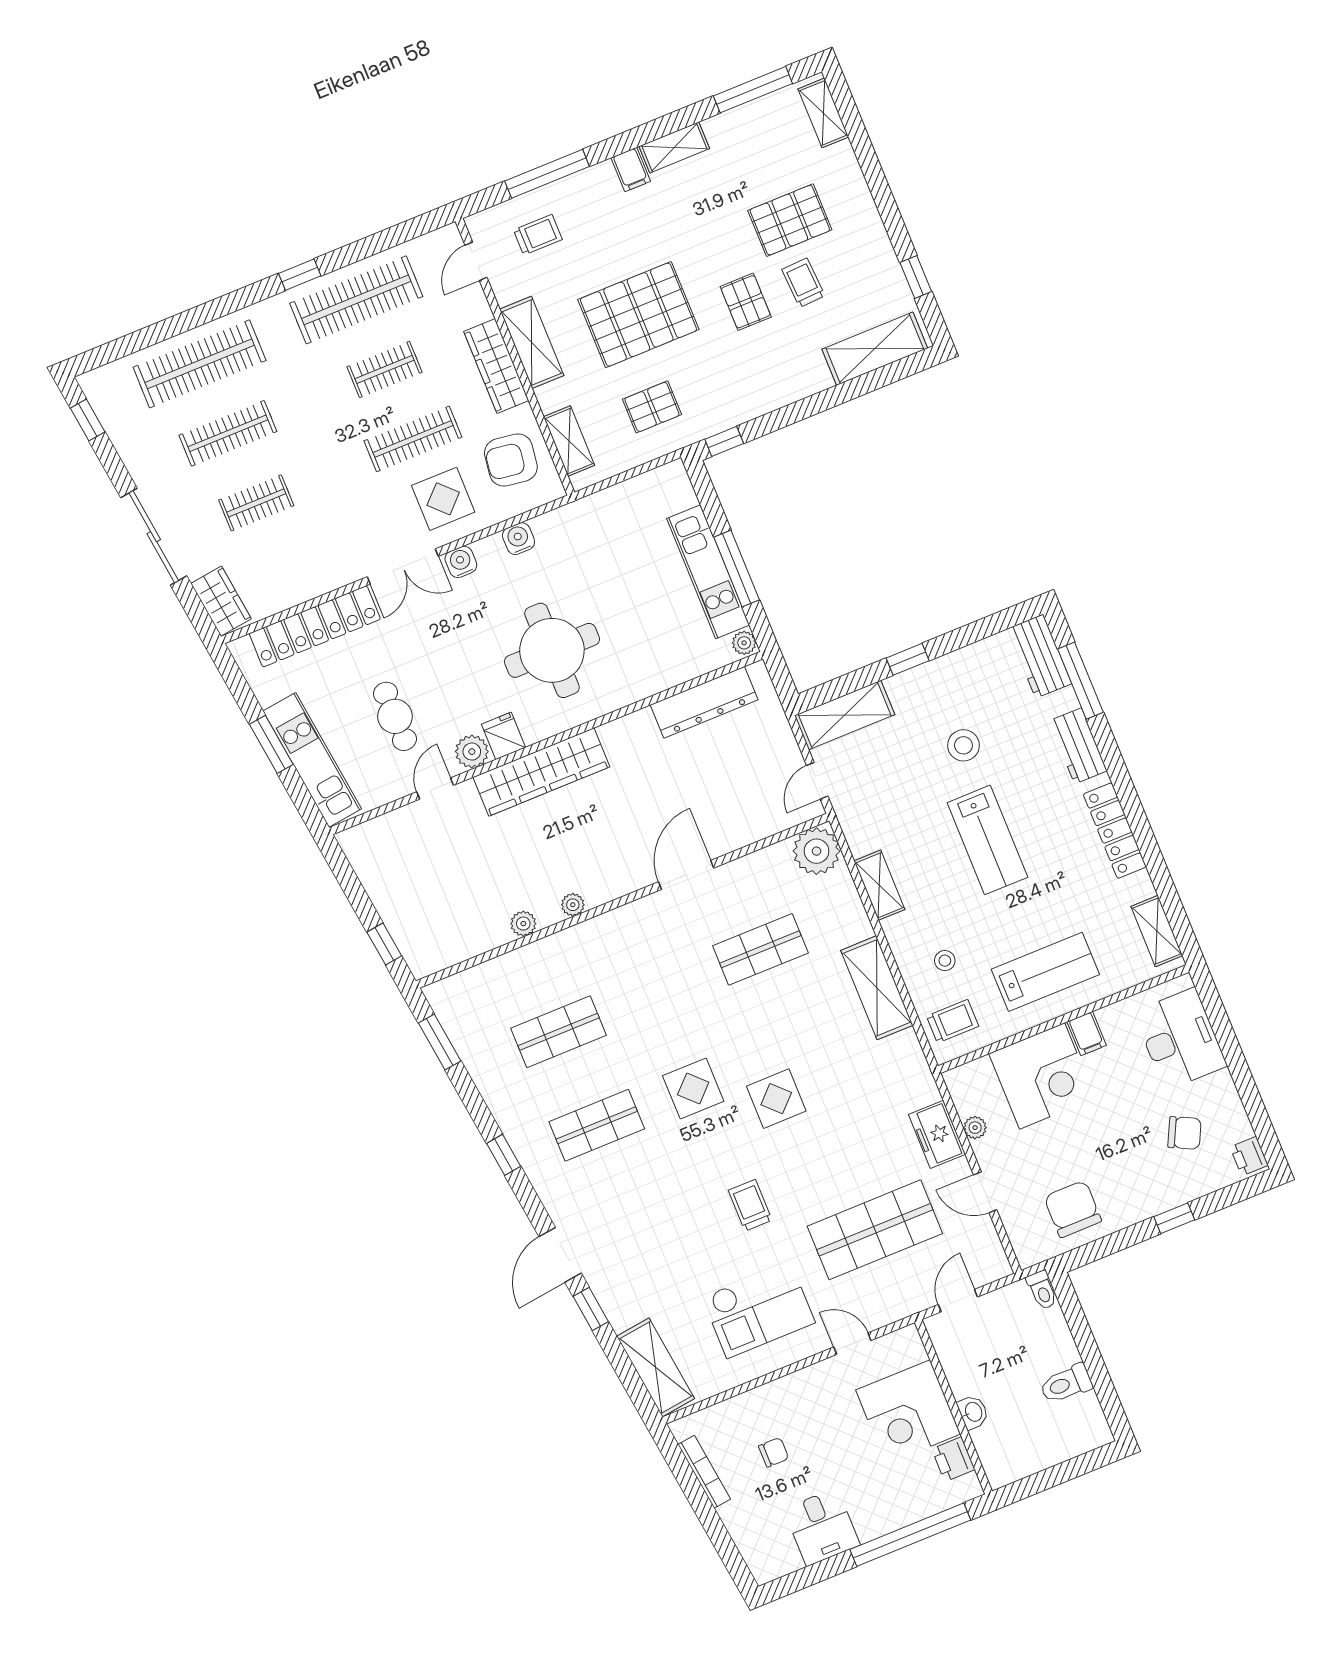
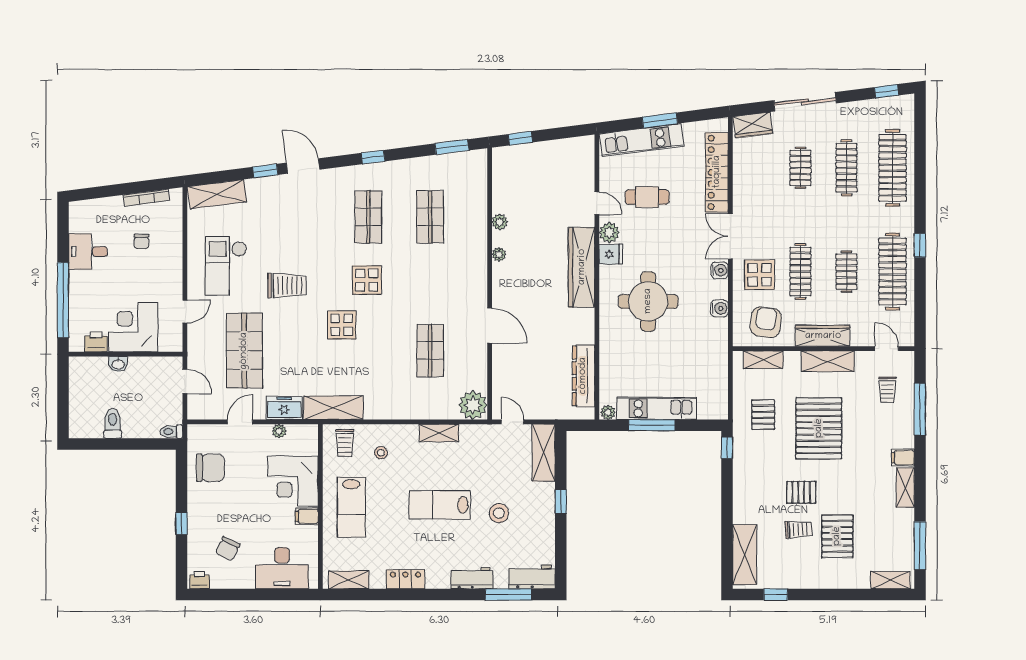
locker: (1115, 831) -> (405, 579), width x0.66
shelving: (877, 988) -> (333, 408), moved
trolley: (750, 1205) -> (287, 285), width x1.36, depth x1.39

